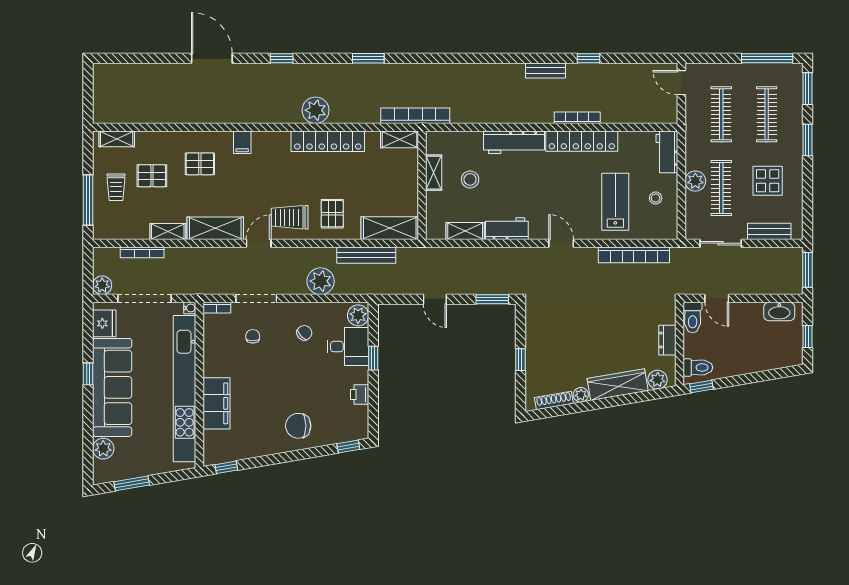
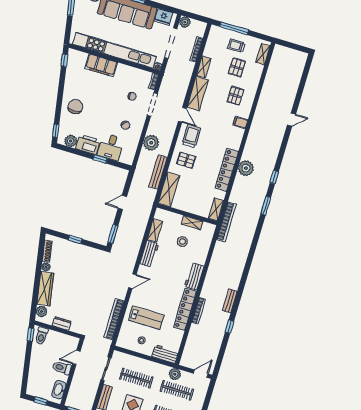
door: (212, 58) -> (291, 120), width x0.53
window: (282, 58) -> (274, 177), moved
workbench: (514, 142) -> (194, 276), width x0.73
plant: (695, 181) -> (175, 374), moved
plant: (358, 315) -> (71, 141), moved
toilet: (693, 317) -> (62, 368), moved
printer: (360, 395) -> (88, 144), width x1.87, depth x1.48

